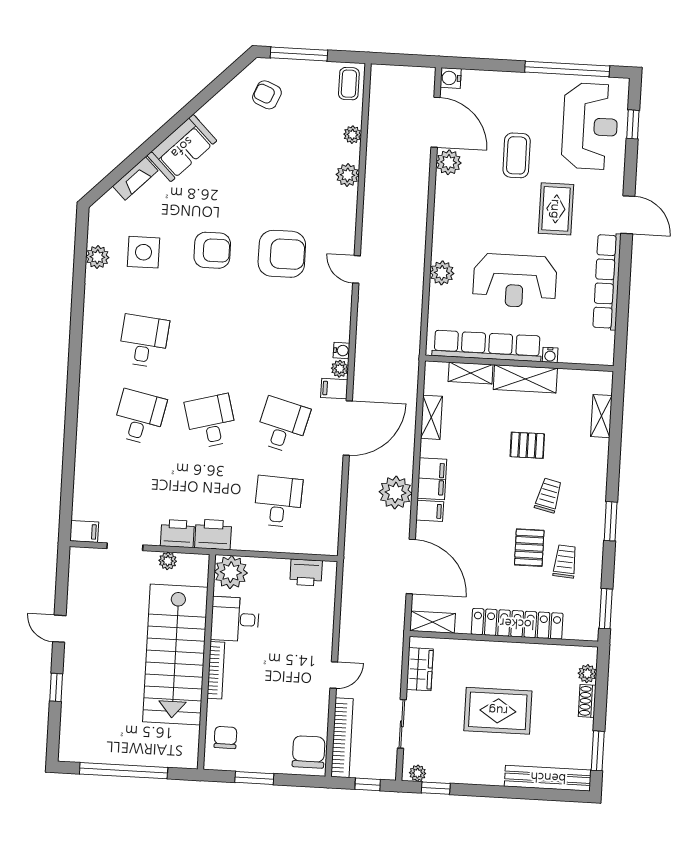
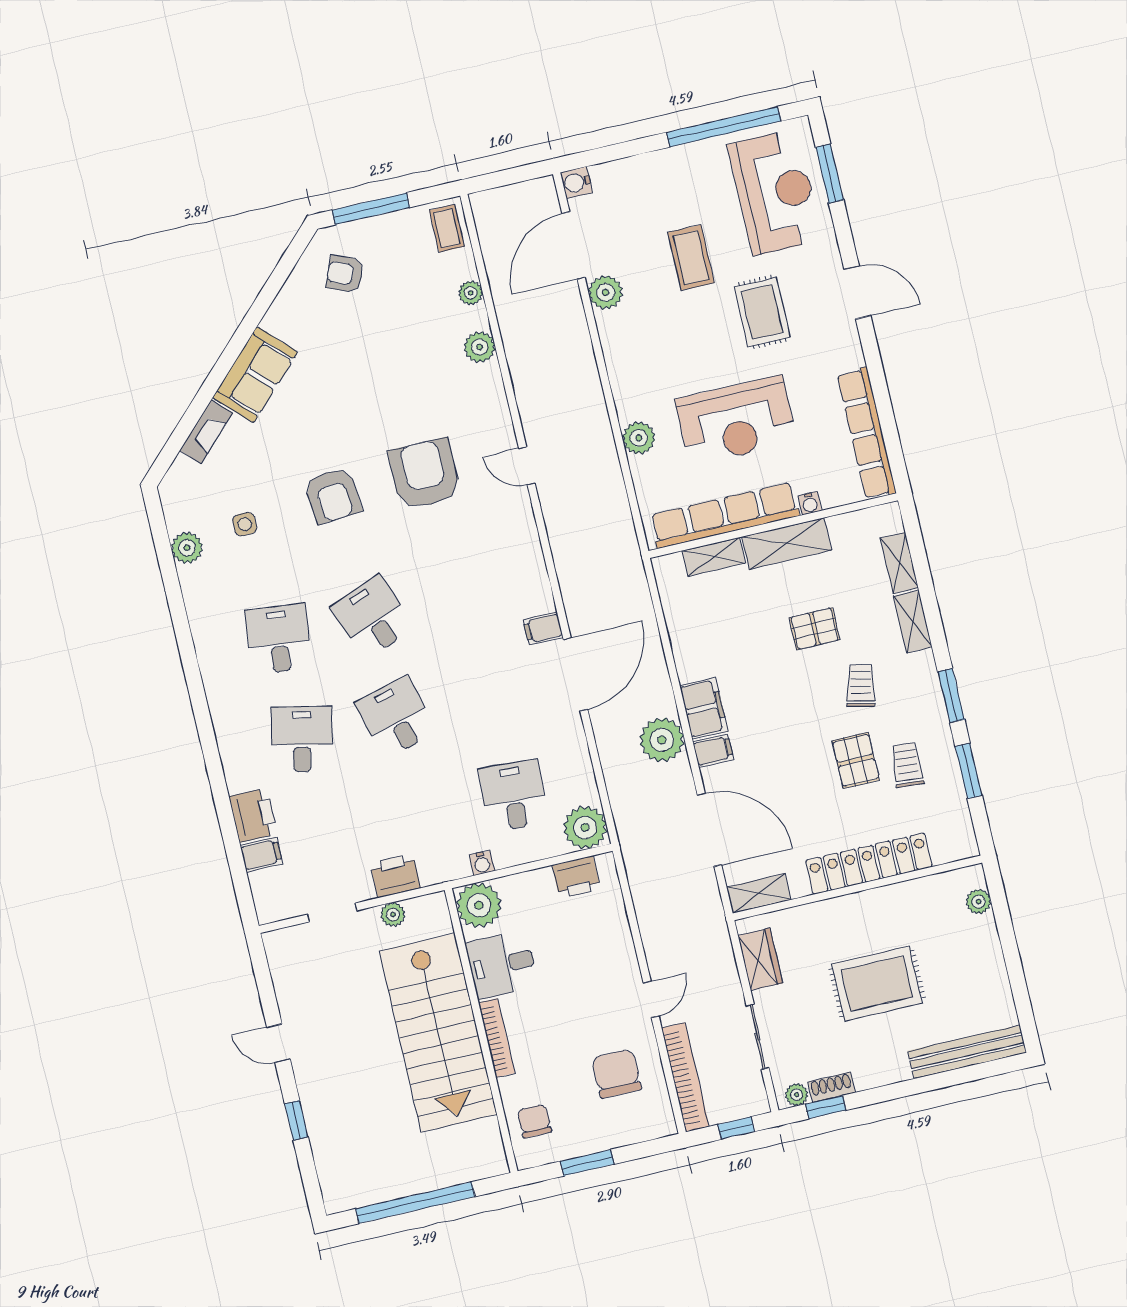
door: (436, 122) -> (573, 245), swing flipped
window: (633, 124) -> (830, 174), width x1.50
armchair: (212, 250) -> (333, 496), turned 85
side table: (144, 252) -> (245, 524), width x0.54, depth x0.54
armchair: (282, 254) -> (424, 474), turned -90
row of seats: (607, 282) -> (867, 433), moved
water cooler: (341, 350) -> (482, 863), moved, turned 90
plant: (340, 369) -> (585, 828), moved, width x1.87, depth x1.87
shelving: (431, 417) -> (913, 622), moved
desk: (283, 425) -> (373, 617), moved, turned -36
filing cabinet: (84, 531) -> (261, 855), moved
printer: (213, 534) -> (253, 815), moved, turned 90
window: (606, 609) -> (969, 771), moved
shoe rack: (587, 701) -> (831, 1087), moved, turned 90
window: (598, 751) -> (1021, 998), removed
chair: (309, 752) -> (617, 1074), moved

